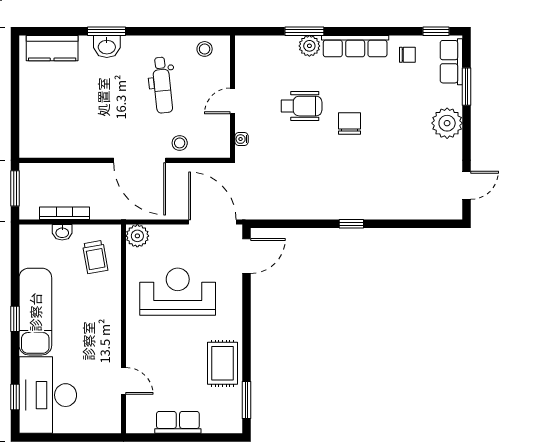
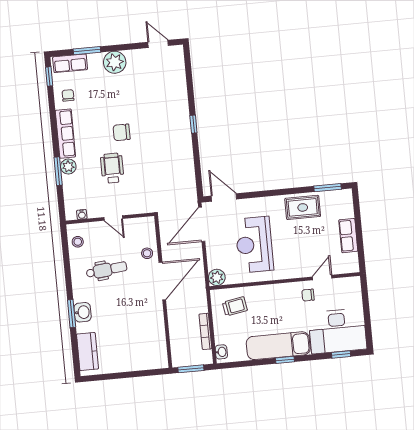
water cooler: (242, 139) -> (82, 214), moved
washbasin: (62, 232) -> (221, 352), moved
chair: (101, 359) -> (308, 295), added

